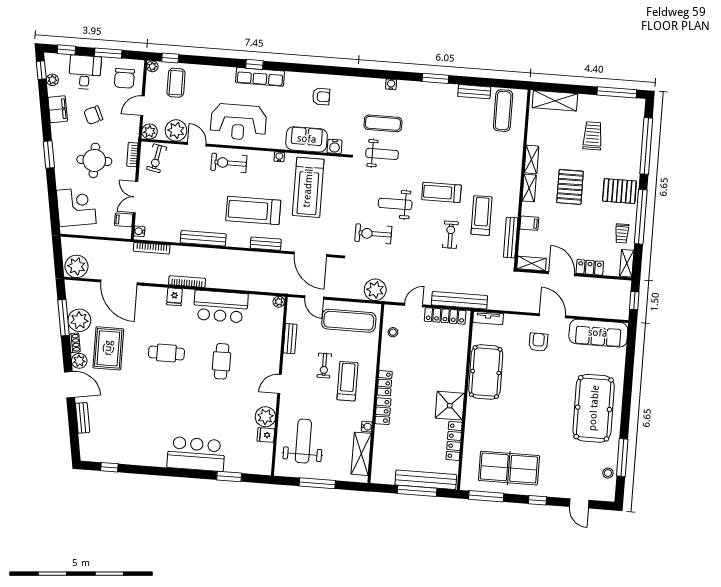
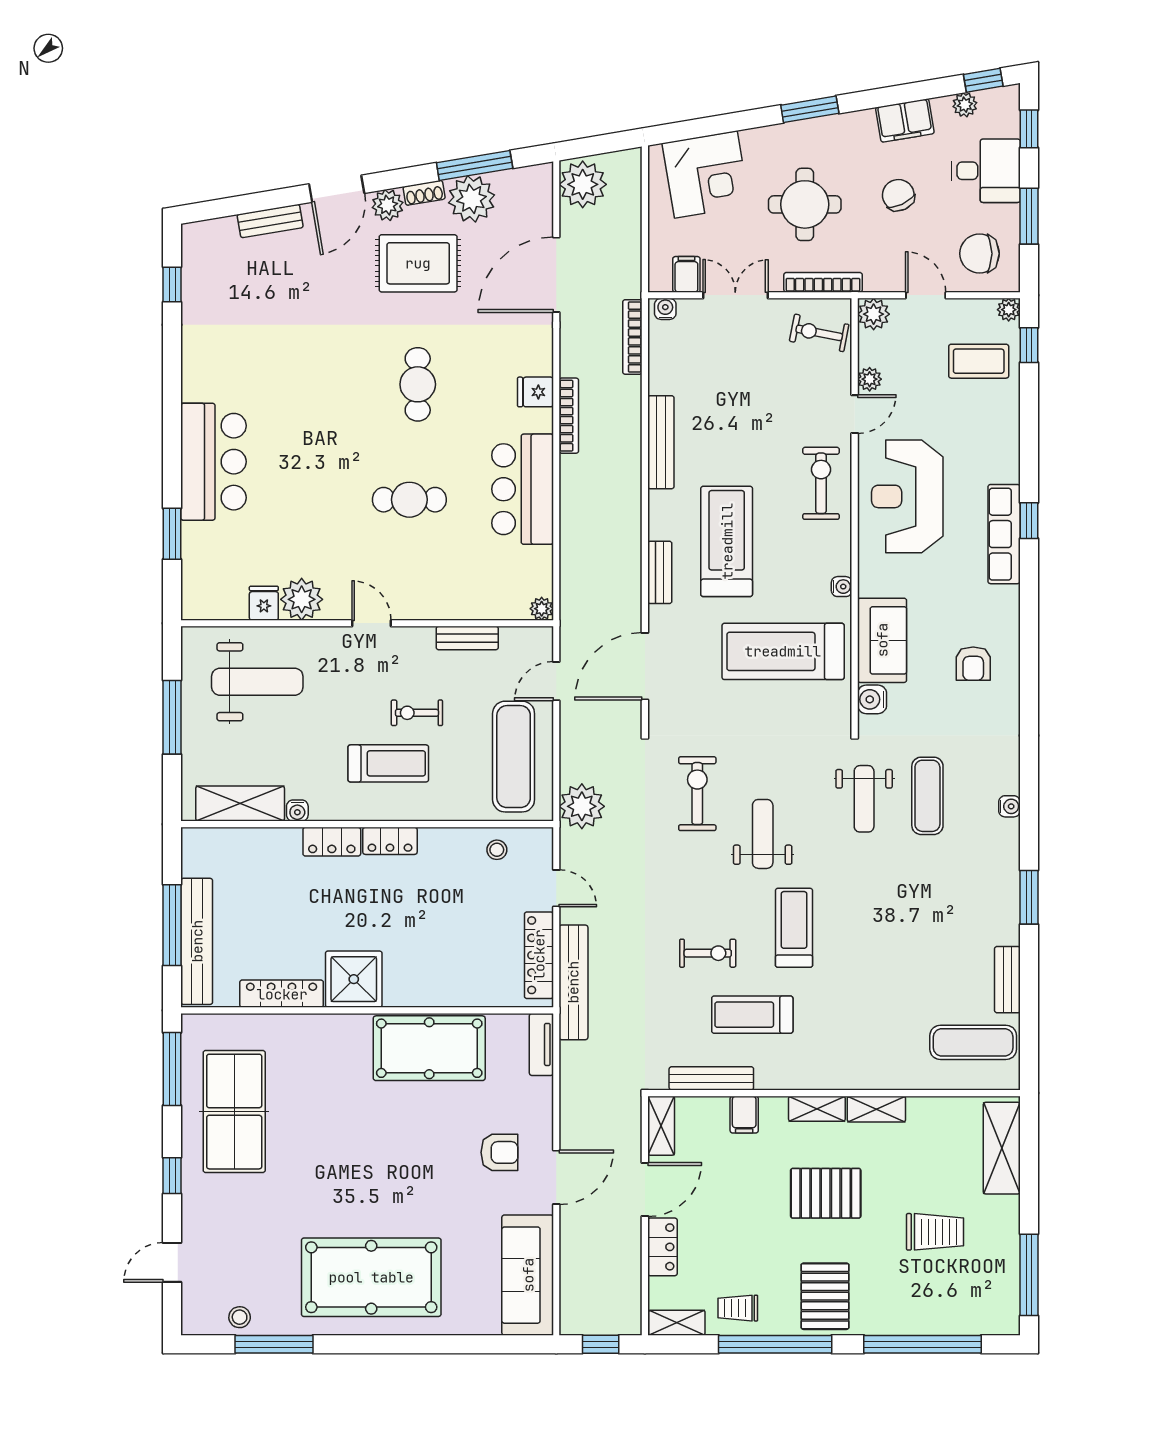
plant: (176, 130) -> (870, 379), width x0.53, depth x0.53
bookcase: (132, 155) -> (823, 282), width x1.56
treadmill: (482, 216) -> (752, 1015), turned 180

